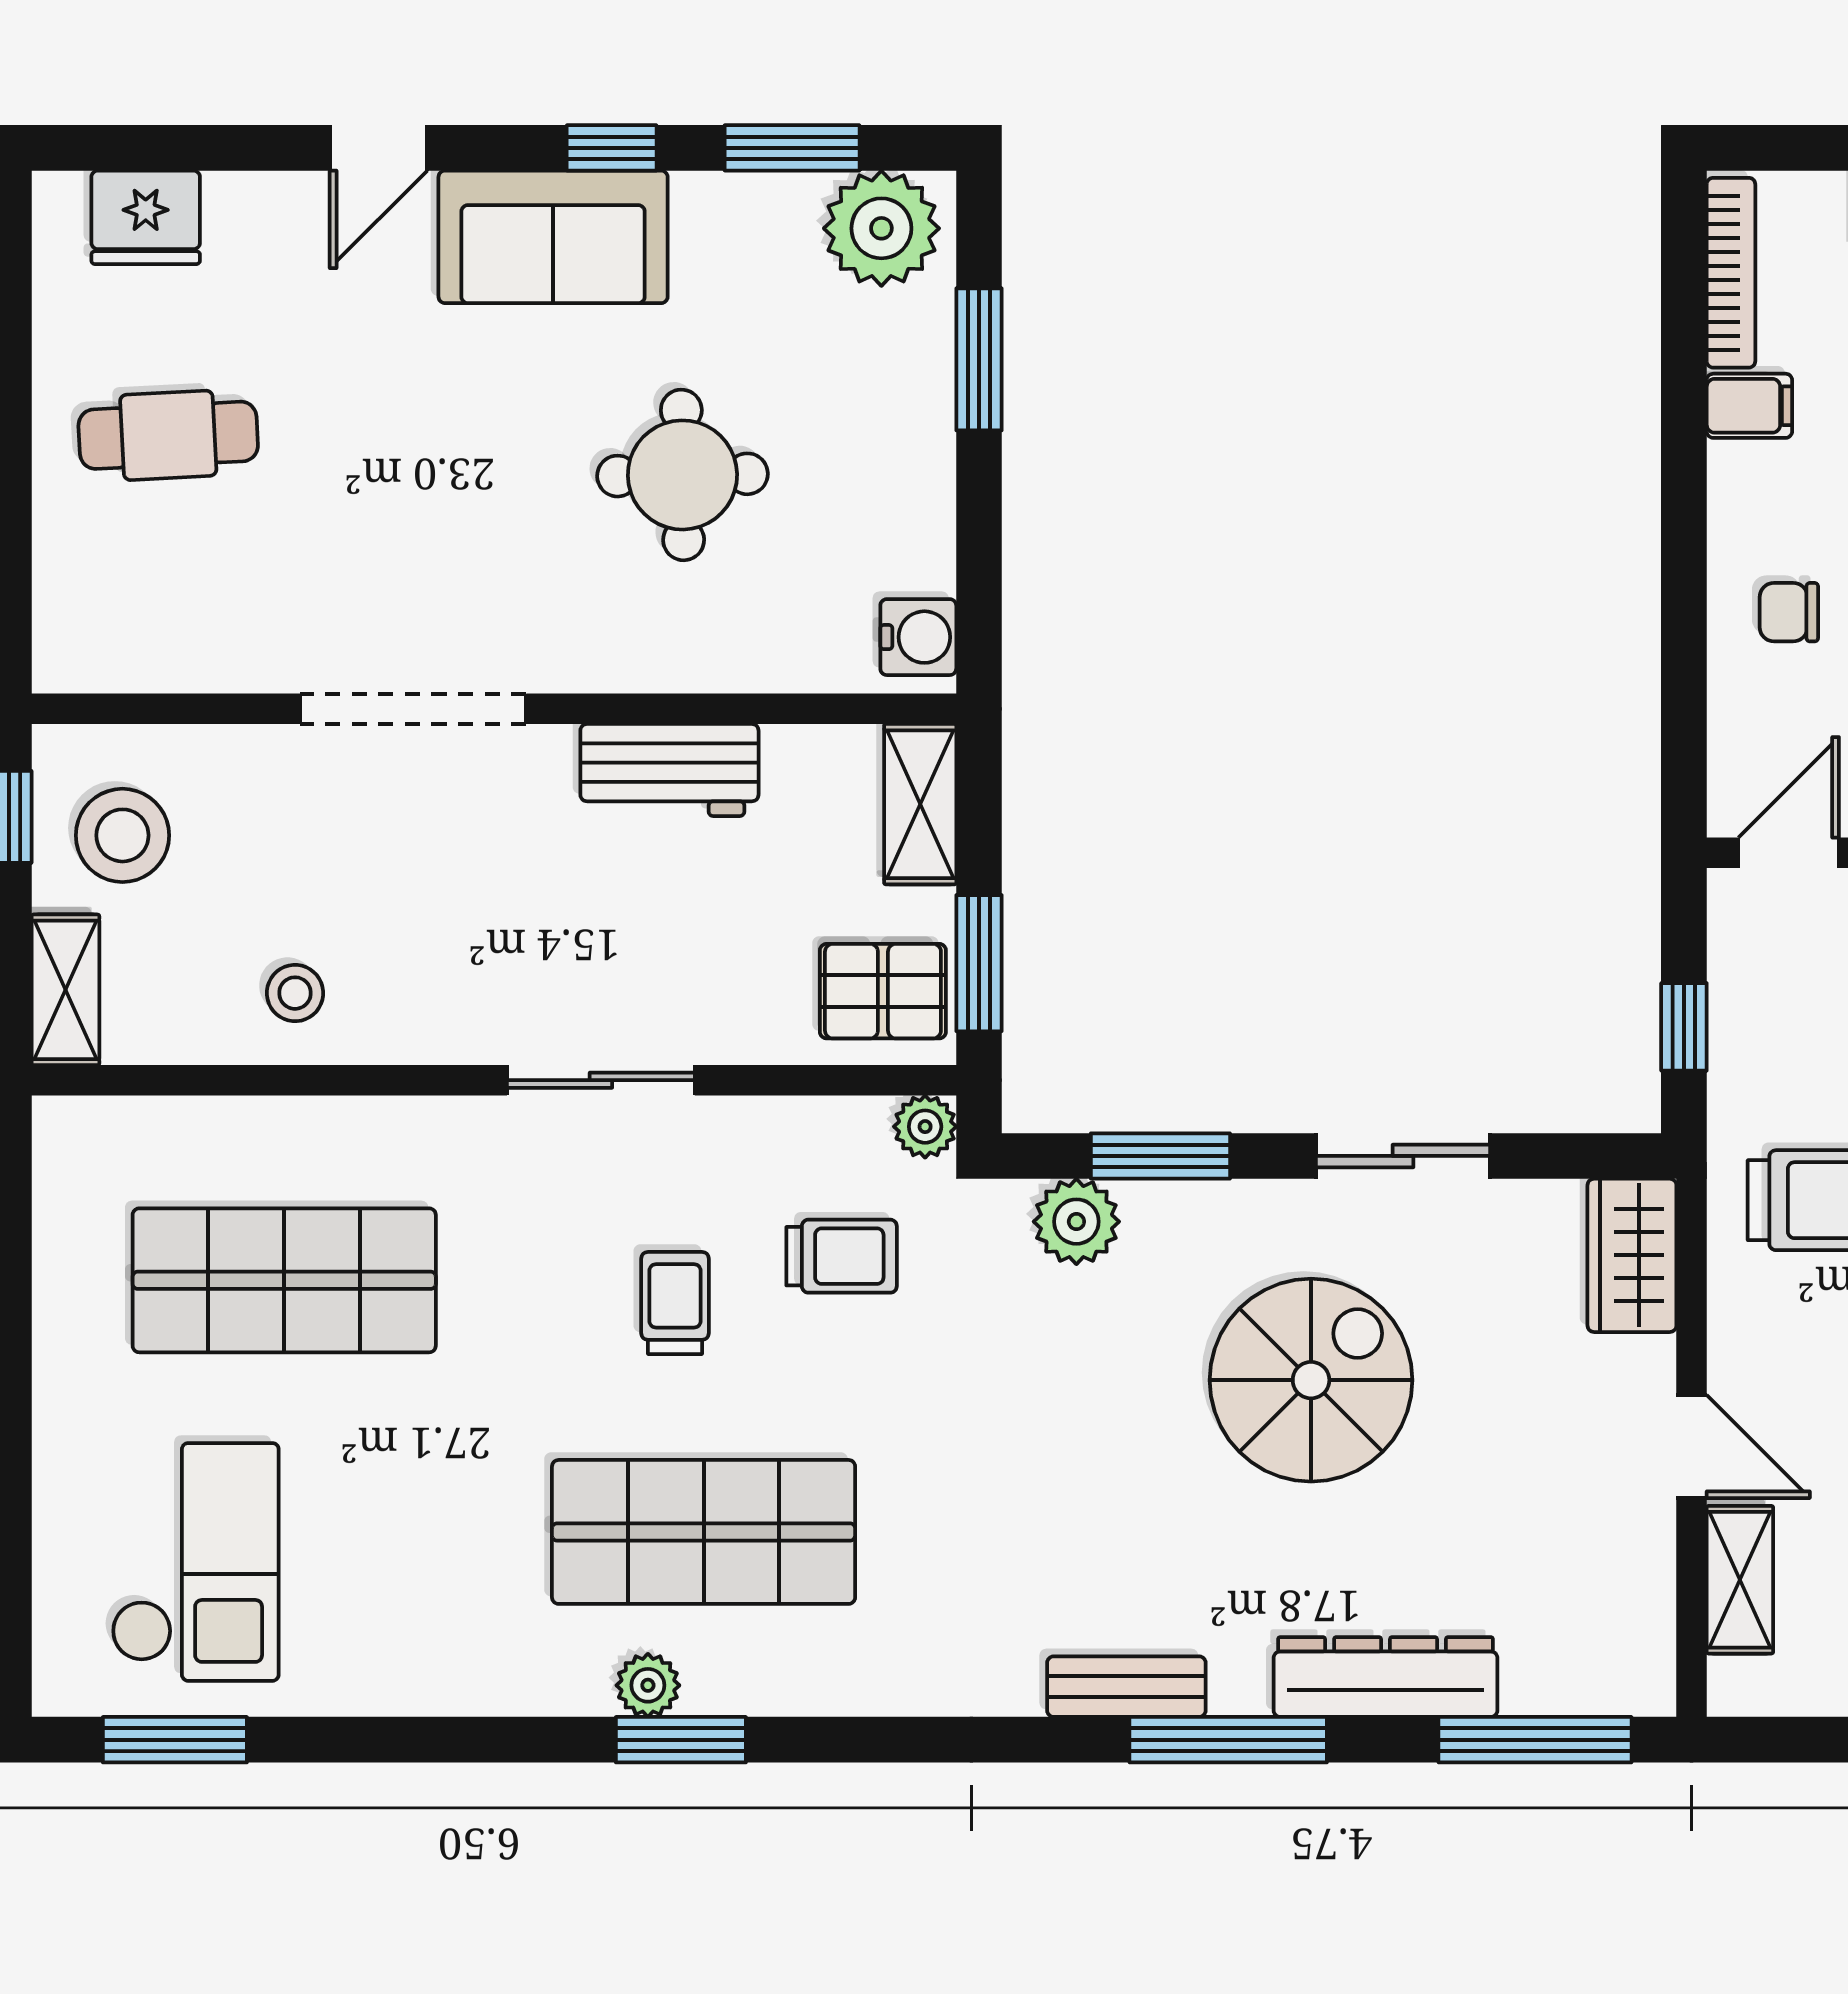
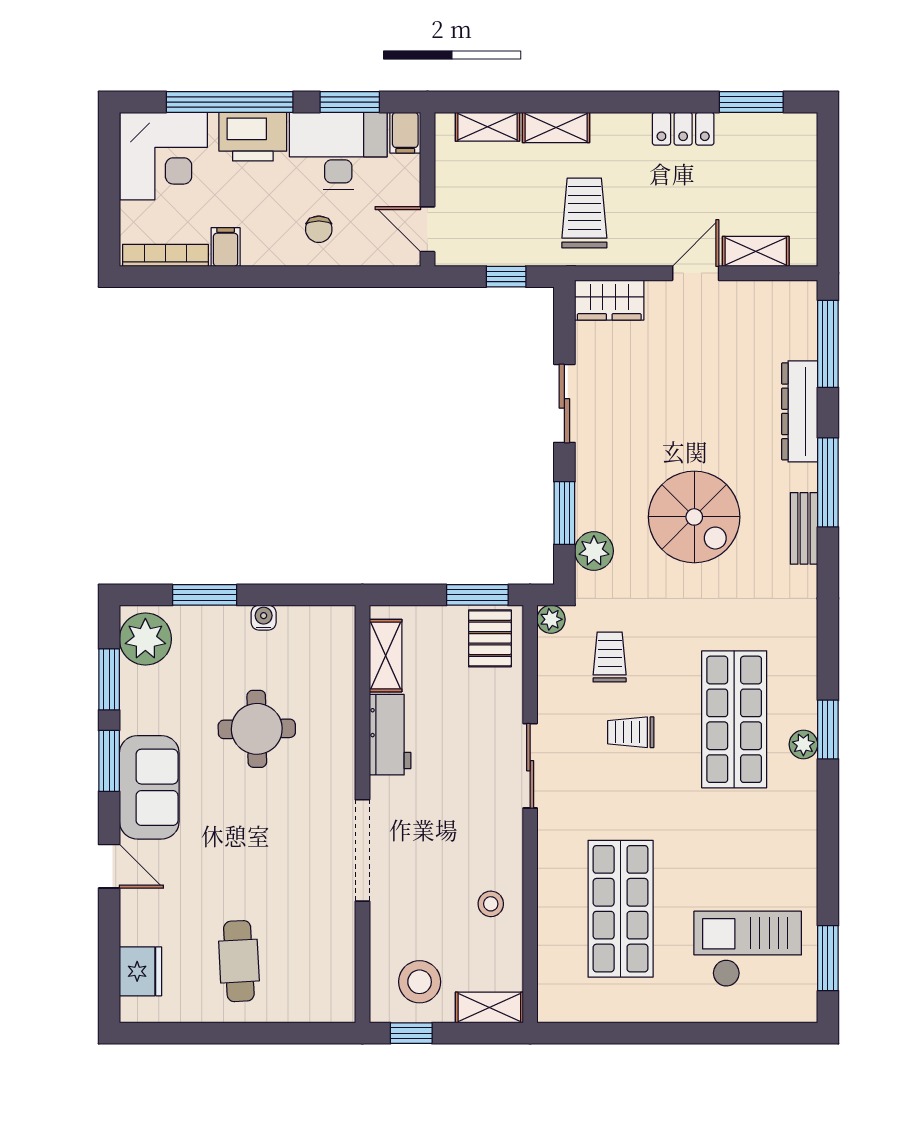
window: (612, 148) -> (109, 761), width x1.50
water cooler: (918, 637) -> (264, 618), moved, width x0.72, depth x0.72
shelving: (920, 804) -> (386, 656), moved, turned 90
spiral stairs: (1311, 1380) -> (694, 517), moved, turned 180

